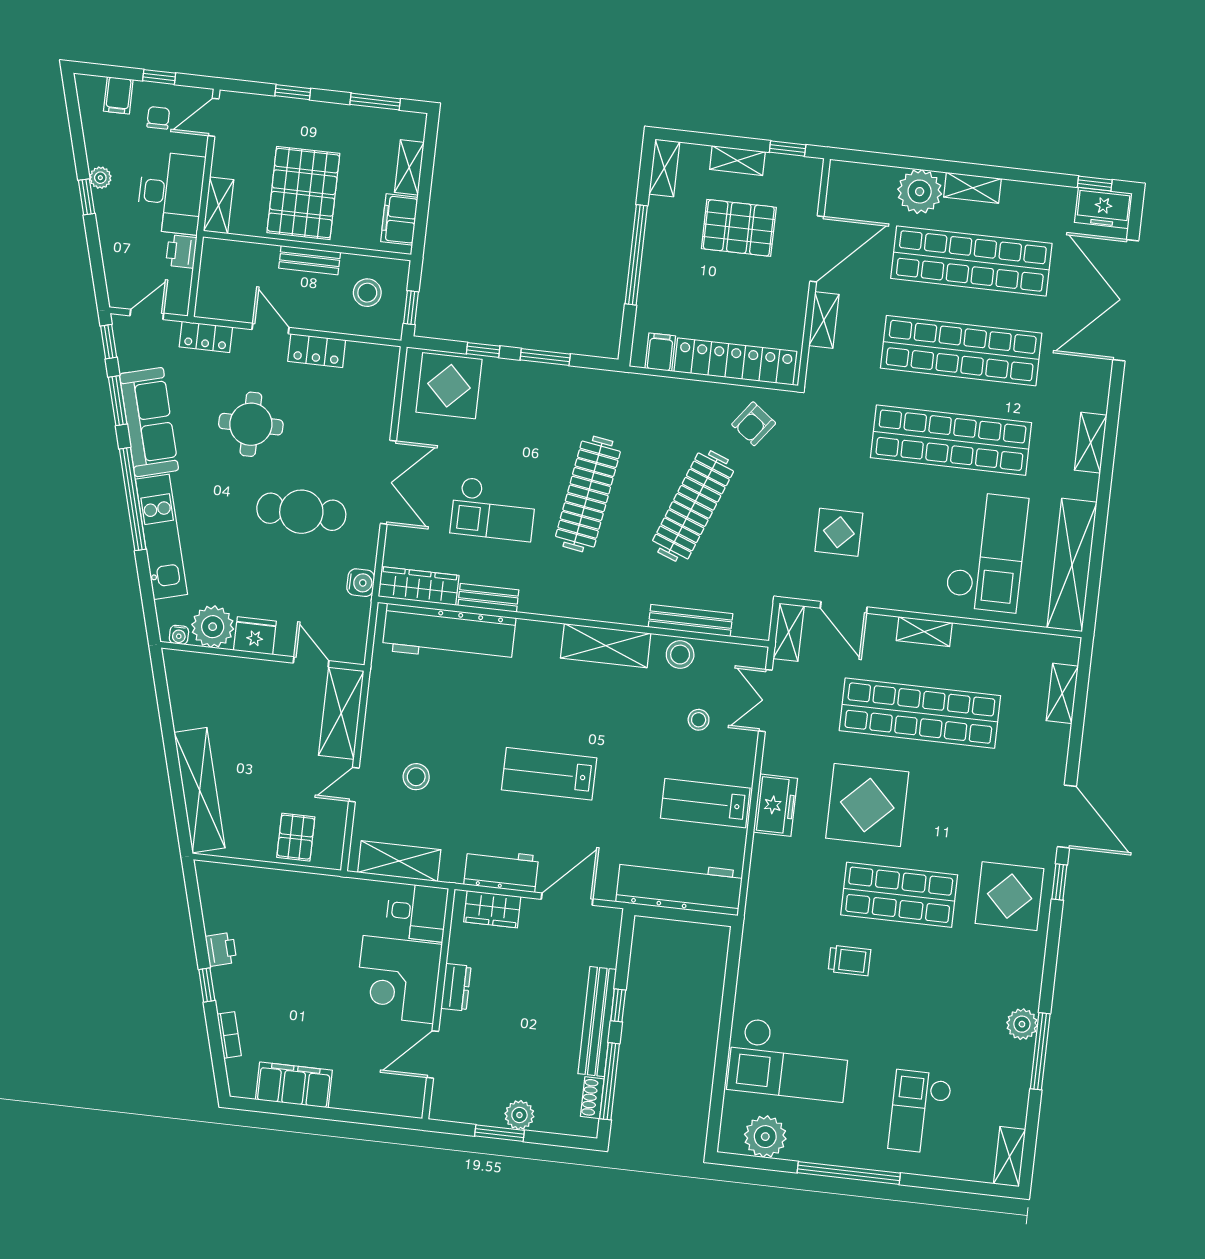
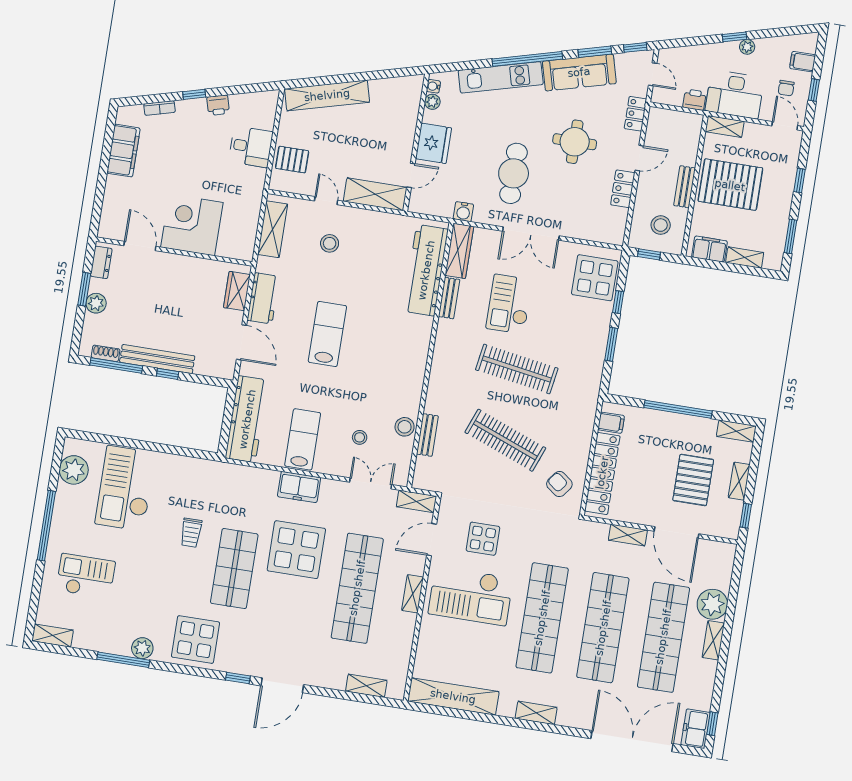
chair: (158, 118) -> (786, 88), turned 90
checkout: (987, 552) -> (471, 596), moved
bench: (691, 620) -> (427, 435), width x0.73
plant: (213, 627) -> (432, 102), width x0.53, depth x0.53
fridge: (255, 636) -> (434, 143), width x1.36, depth x1.34
shelving: (606, 646) -> (413, 376), removed
display table: (1010, 896) -> (195, 640), moved
desk: (417, 912) -> (251, 147), moved, turned -90
dresser: (456, 987) -> (101, 262), moved, turned -90

